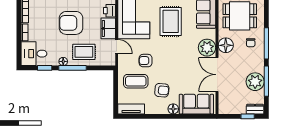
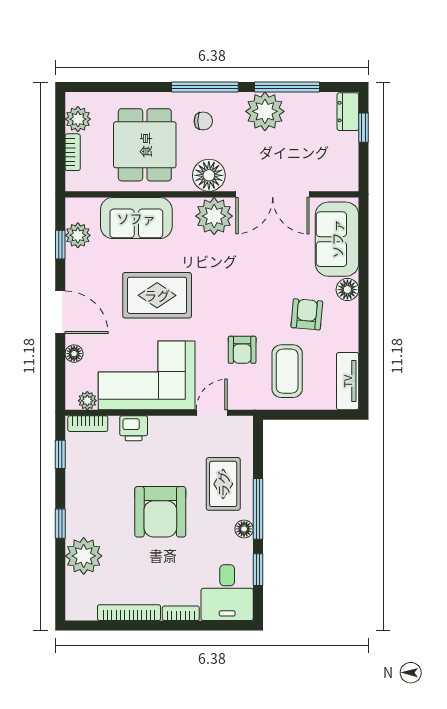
filing cabinet: (108, 28) -> (172, 431), removed
plant: (255, 82) -> (265, 111), moved

